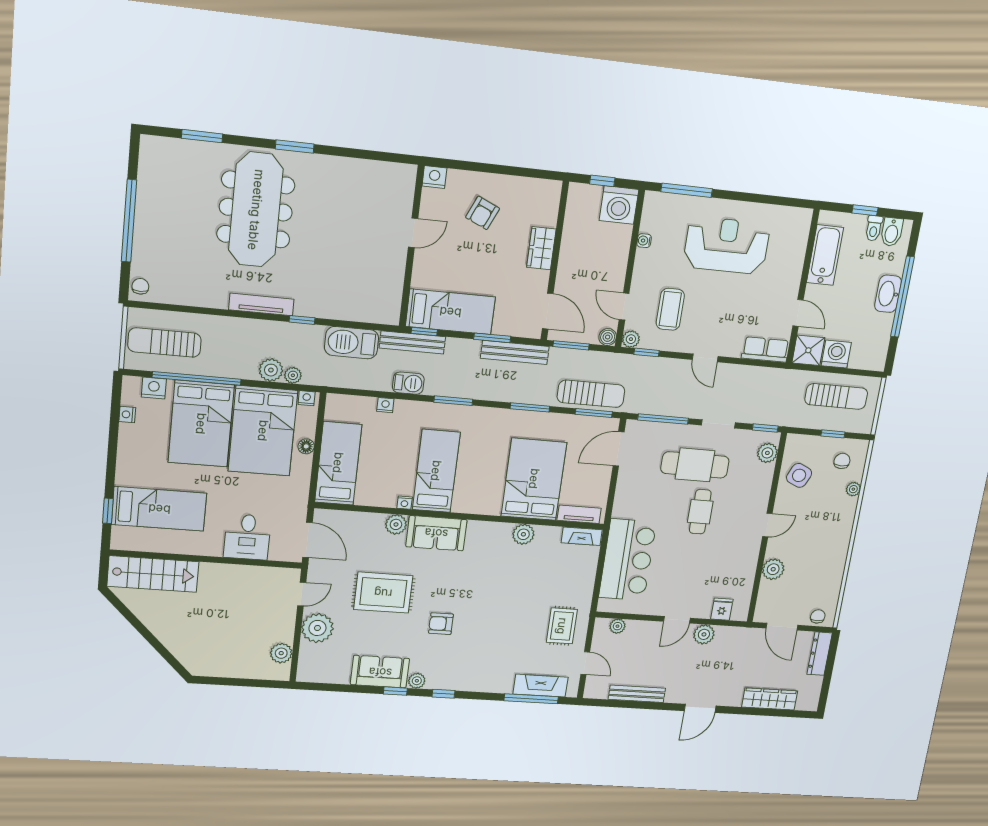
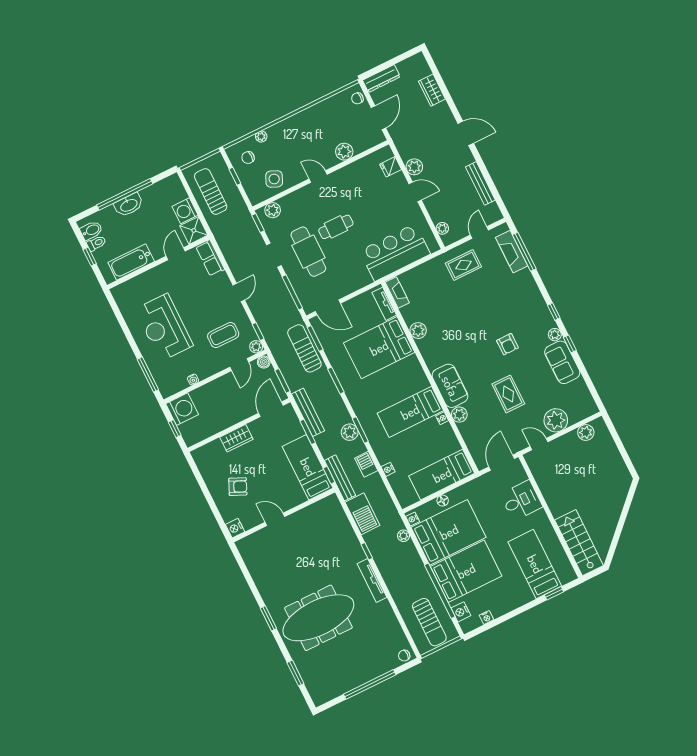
plant: (271, 370) -> (350, 432), moved
rug: (383, 593) -> (508, 394), width x0.73, depth x0.70
wardrobe: (770, 699) -> (432, 90), width x0.67

